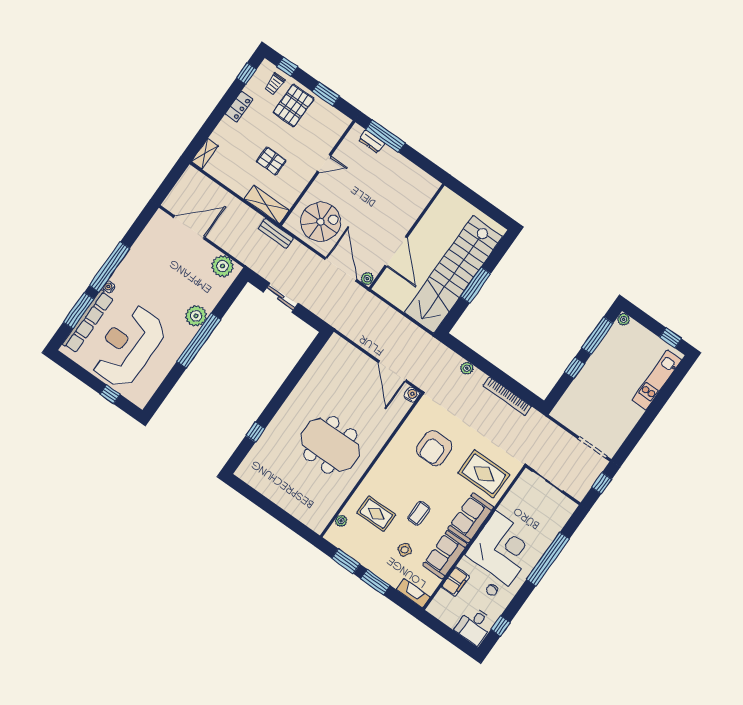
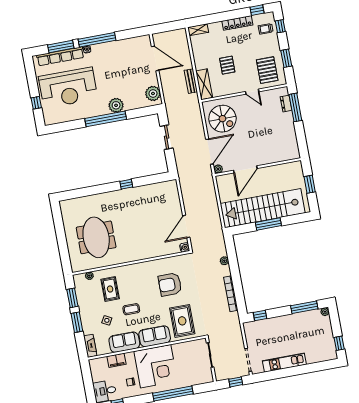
pallet: (294, 105) -> (267, 70), moved, turned 90
locker: (239, 107) -> (237, 23), width x1.53
window: (478, 202) -> (310, 184), added
bench: (276, 233) -> (191, 81), moved
reception desk: (128, 346) -> (68, 88), turned 180
window: (575, 368) -> (260, 315), moved
kitchen unit: (657, 380) -> (284, 363), moved
window: (255, 432) -> (126, 184), moved
meeting table: (330, 445) -> (96, 237), moved

